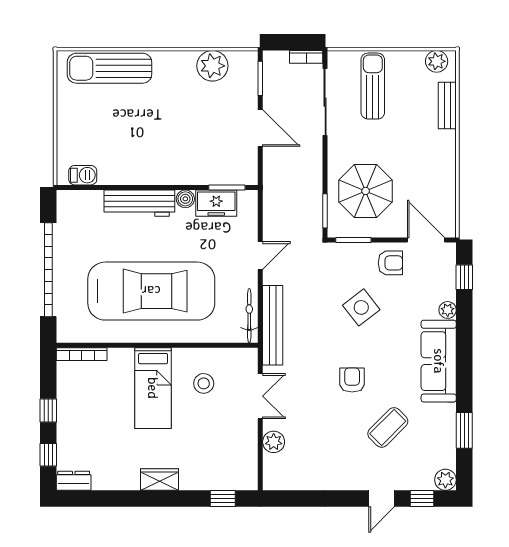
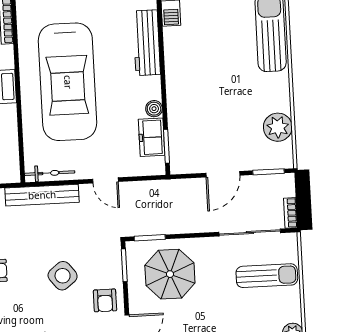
workbench: (139, 203) -> (147, 43), moved

